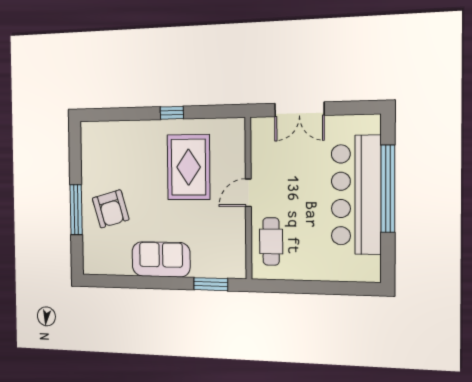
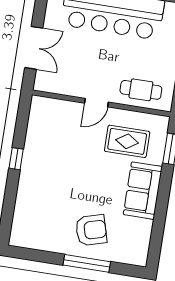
rug: (188, 167) -> (127, 141), moved, width x0.73, depth x0.70
door: (248, 193) -> (96, 103), hinge flipped

